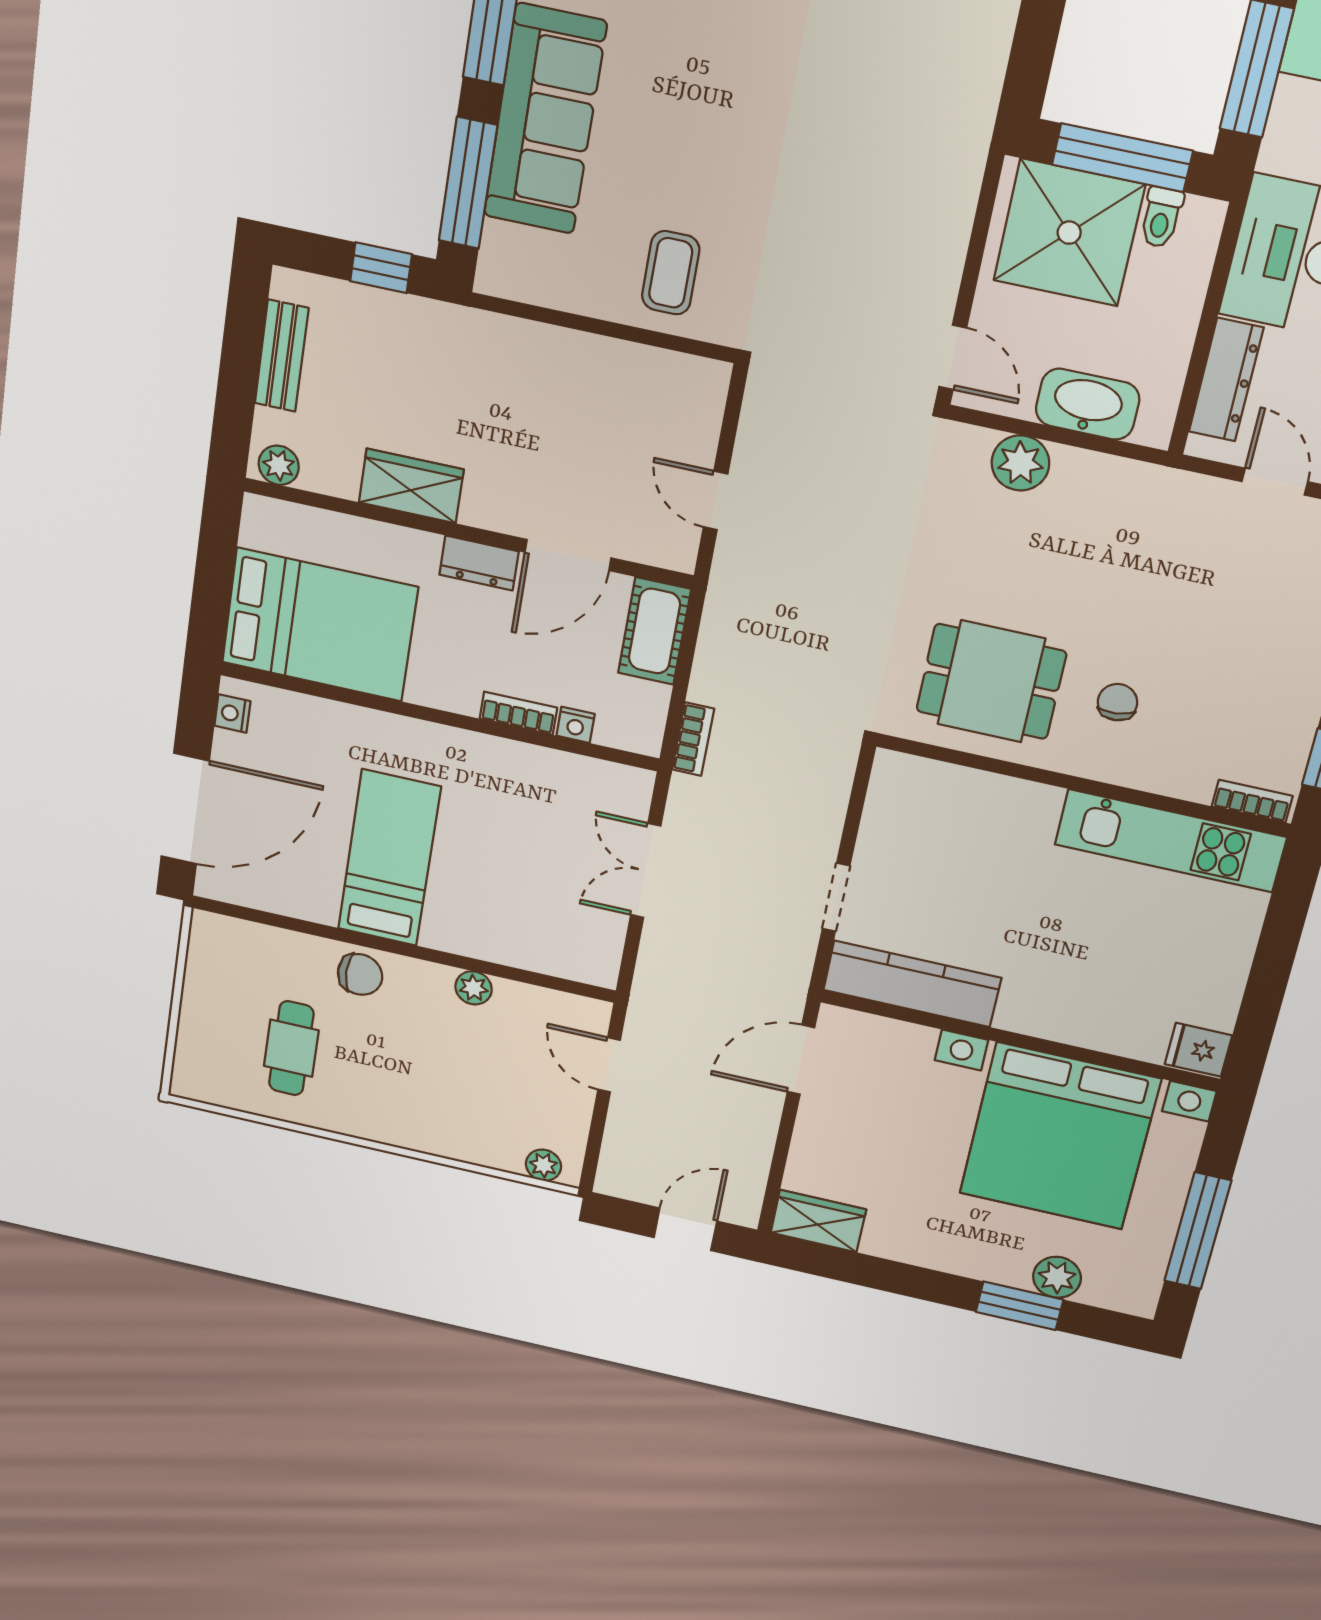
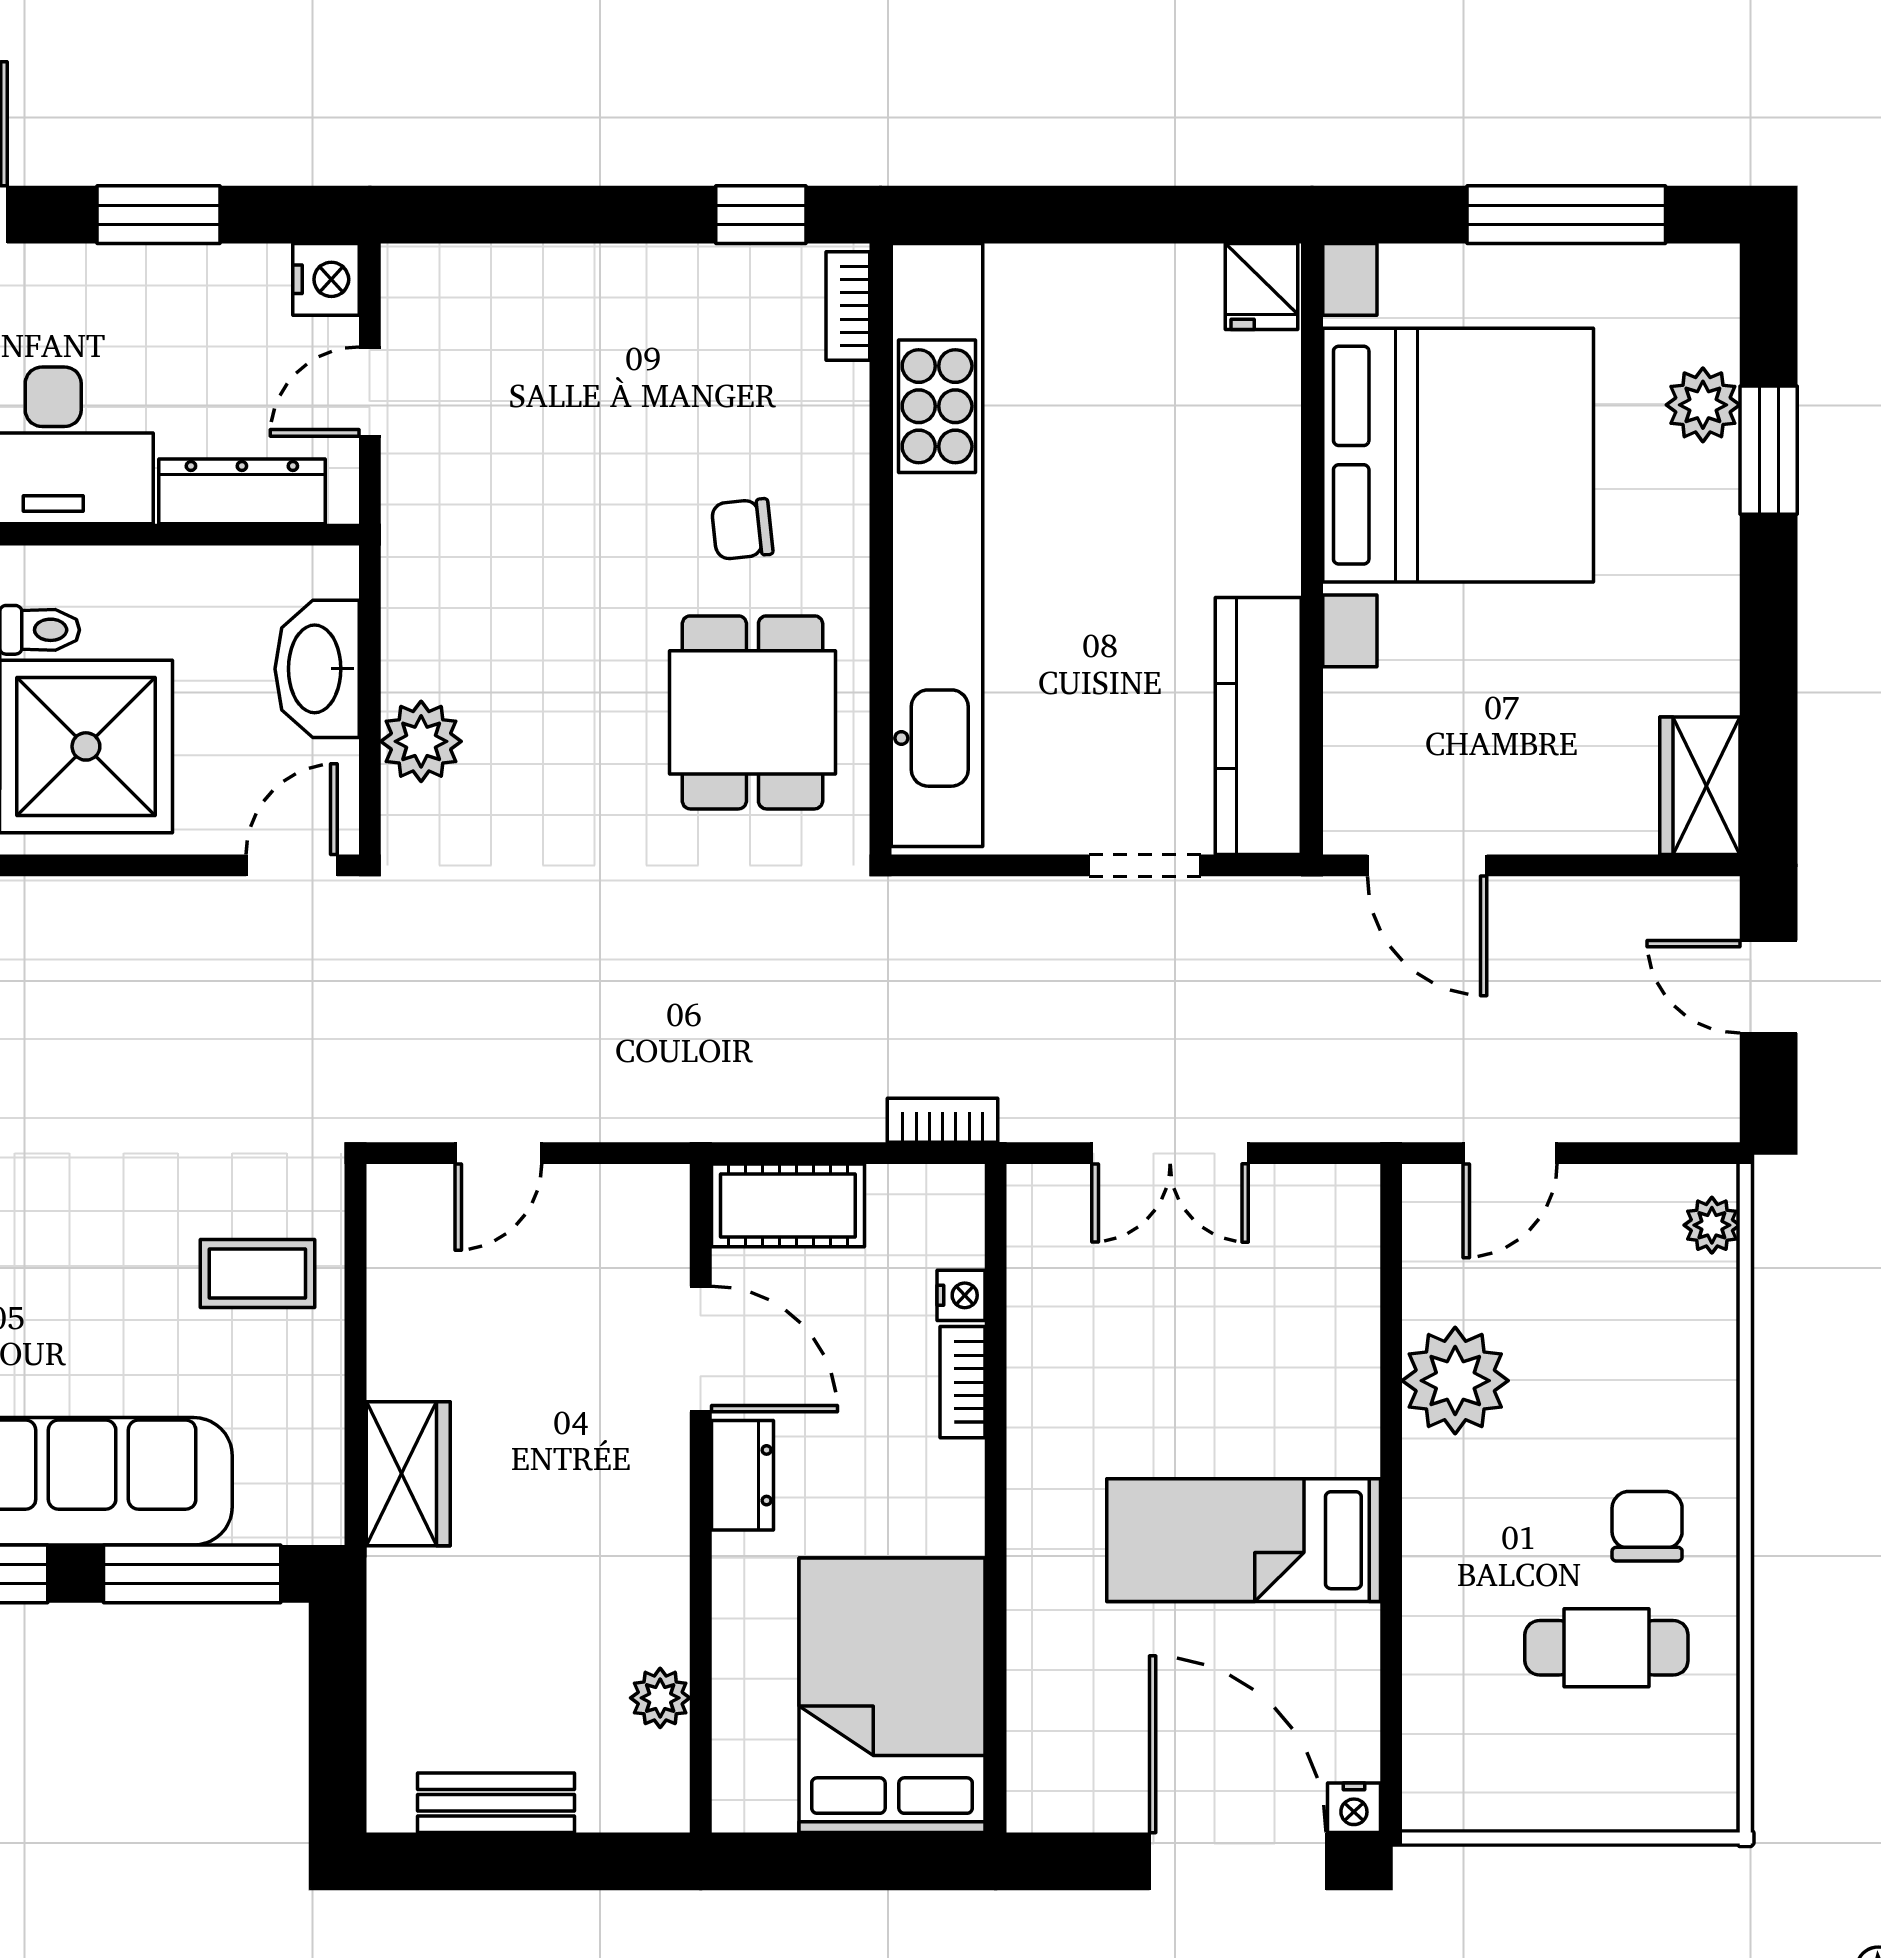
window: (381, 268) -> (338, 1678), removed
plant: (279, 465) -> (660, 1698), moved
wardrobe: (411, 486) -> (408, 1474), moved, turned 180
door: (716, 500) -> (498, 1153), moved
nightstand: (232, 713) -> (1354, 1808), moved
kitchen unit: (1170, 841) -> (937, 545), width x1.86
chair: (360, 974) -> (1647, 1526), moved
plant: (474, 988) -> (1455, 1381), width x1.87, depth x1.87

